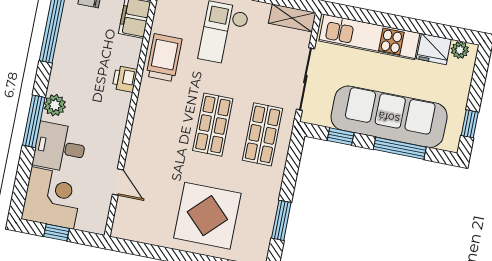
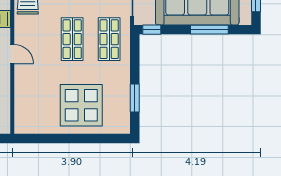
window: (341, 137) -> (152, 30), moved
door: (118, 182) -> (12, 54), moved

